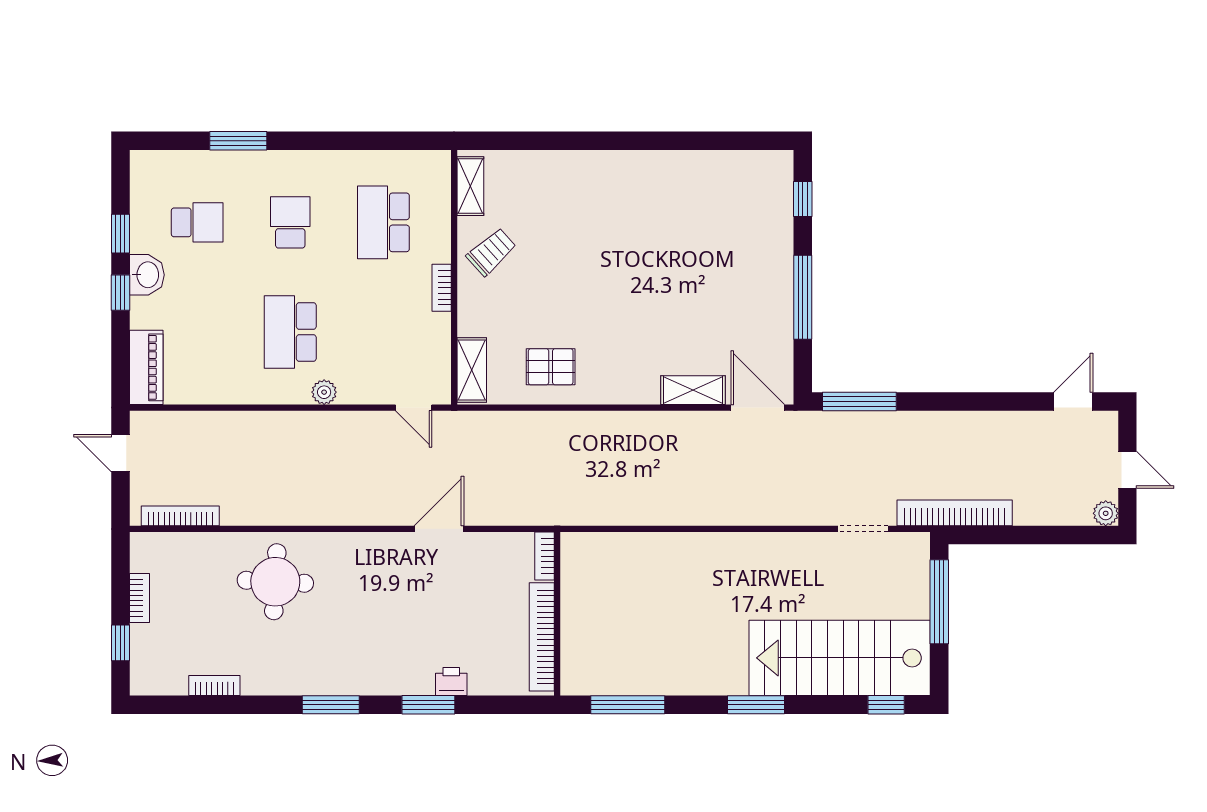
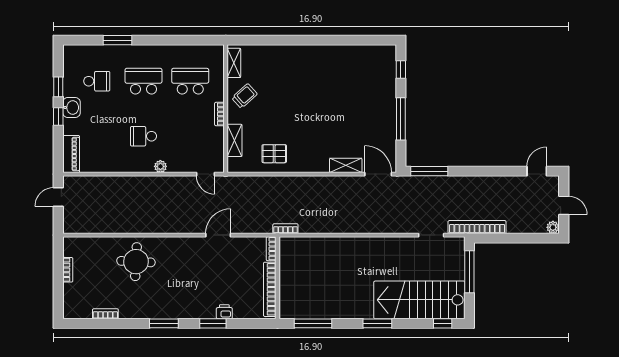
school desk: (290, 222) -> (143, 81), width x1.85
school desk: (383, 222) -> (190, 81), turned 90
school desk: (290, 332) -> (143, 136), width x0.54
shelving: (472, 370) -> (235, 140), moved
door: (120, 453) -> (58, 197), hinge flipped
bookcase: (180, 516) -> (285, 229), moved, width x0.64
window: (120, 643) -> (58, 292), removed

